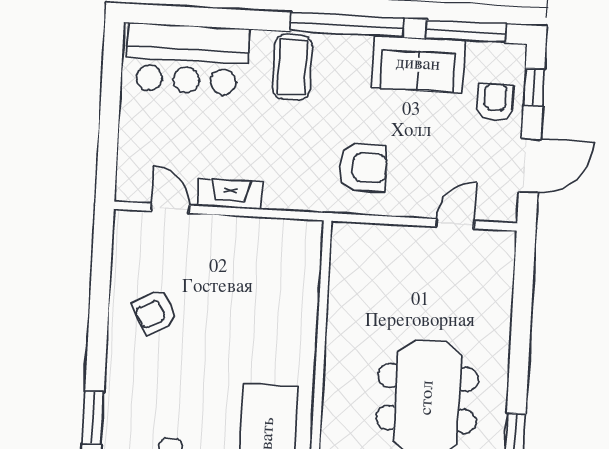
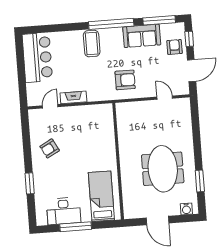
bar counter: (187, 59) -> (37, 58), moved, turned -90
door: (170, 208) -> (50, 106), hinge flipped
door: (455, 224) -> (165, 98), hinge flipped
window: (93, 418) -> (30, 183), moved

